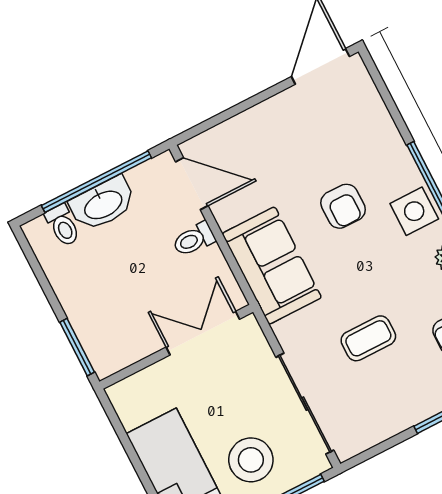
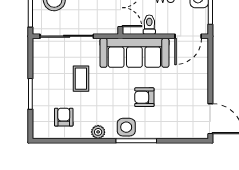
toilet: (194, 239) -> (149, 25), moved
sofa: (272, 266) -> (134, 53), width x1.36

